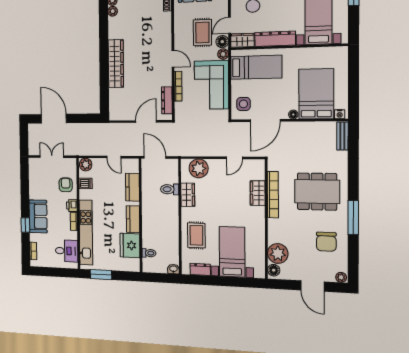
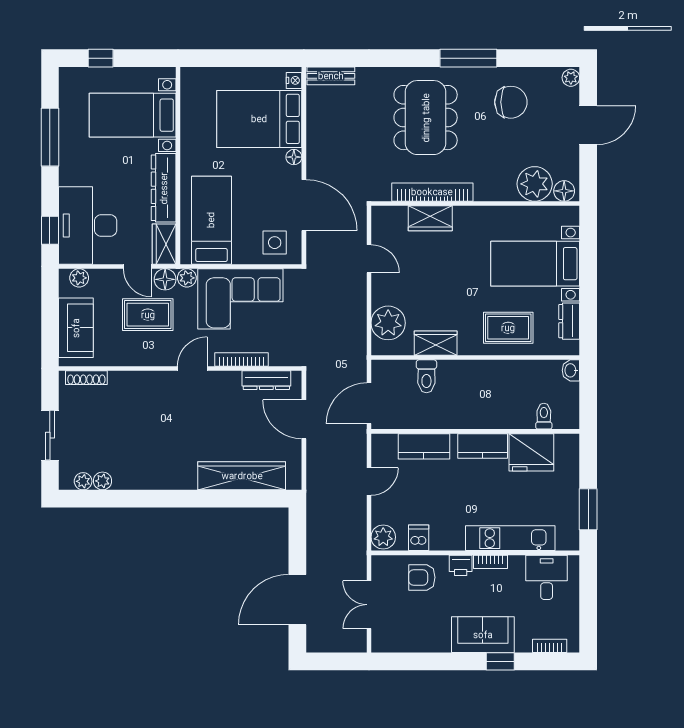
wardrobe: (116, 64) -> (242, 476), moved
kitchen unit: (86, 232) -> (510, 538), width x0.73

